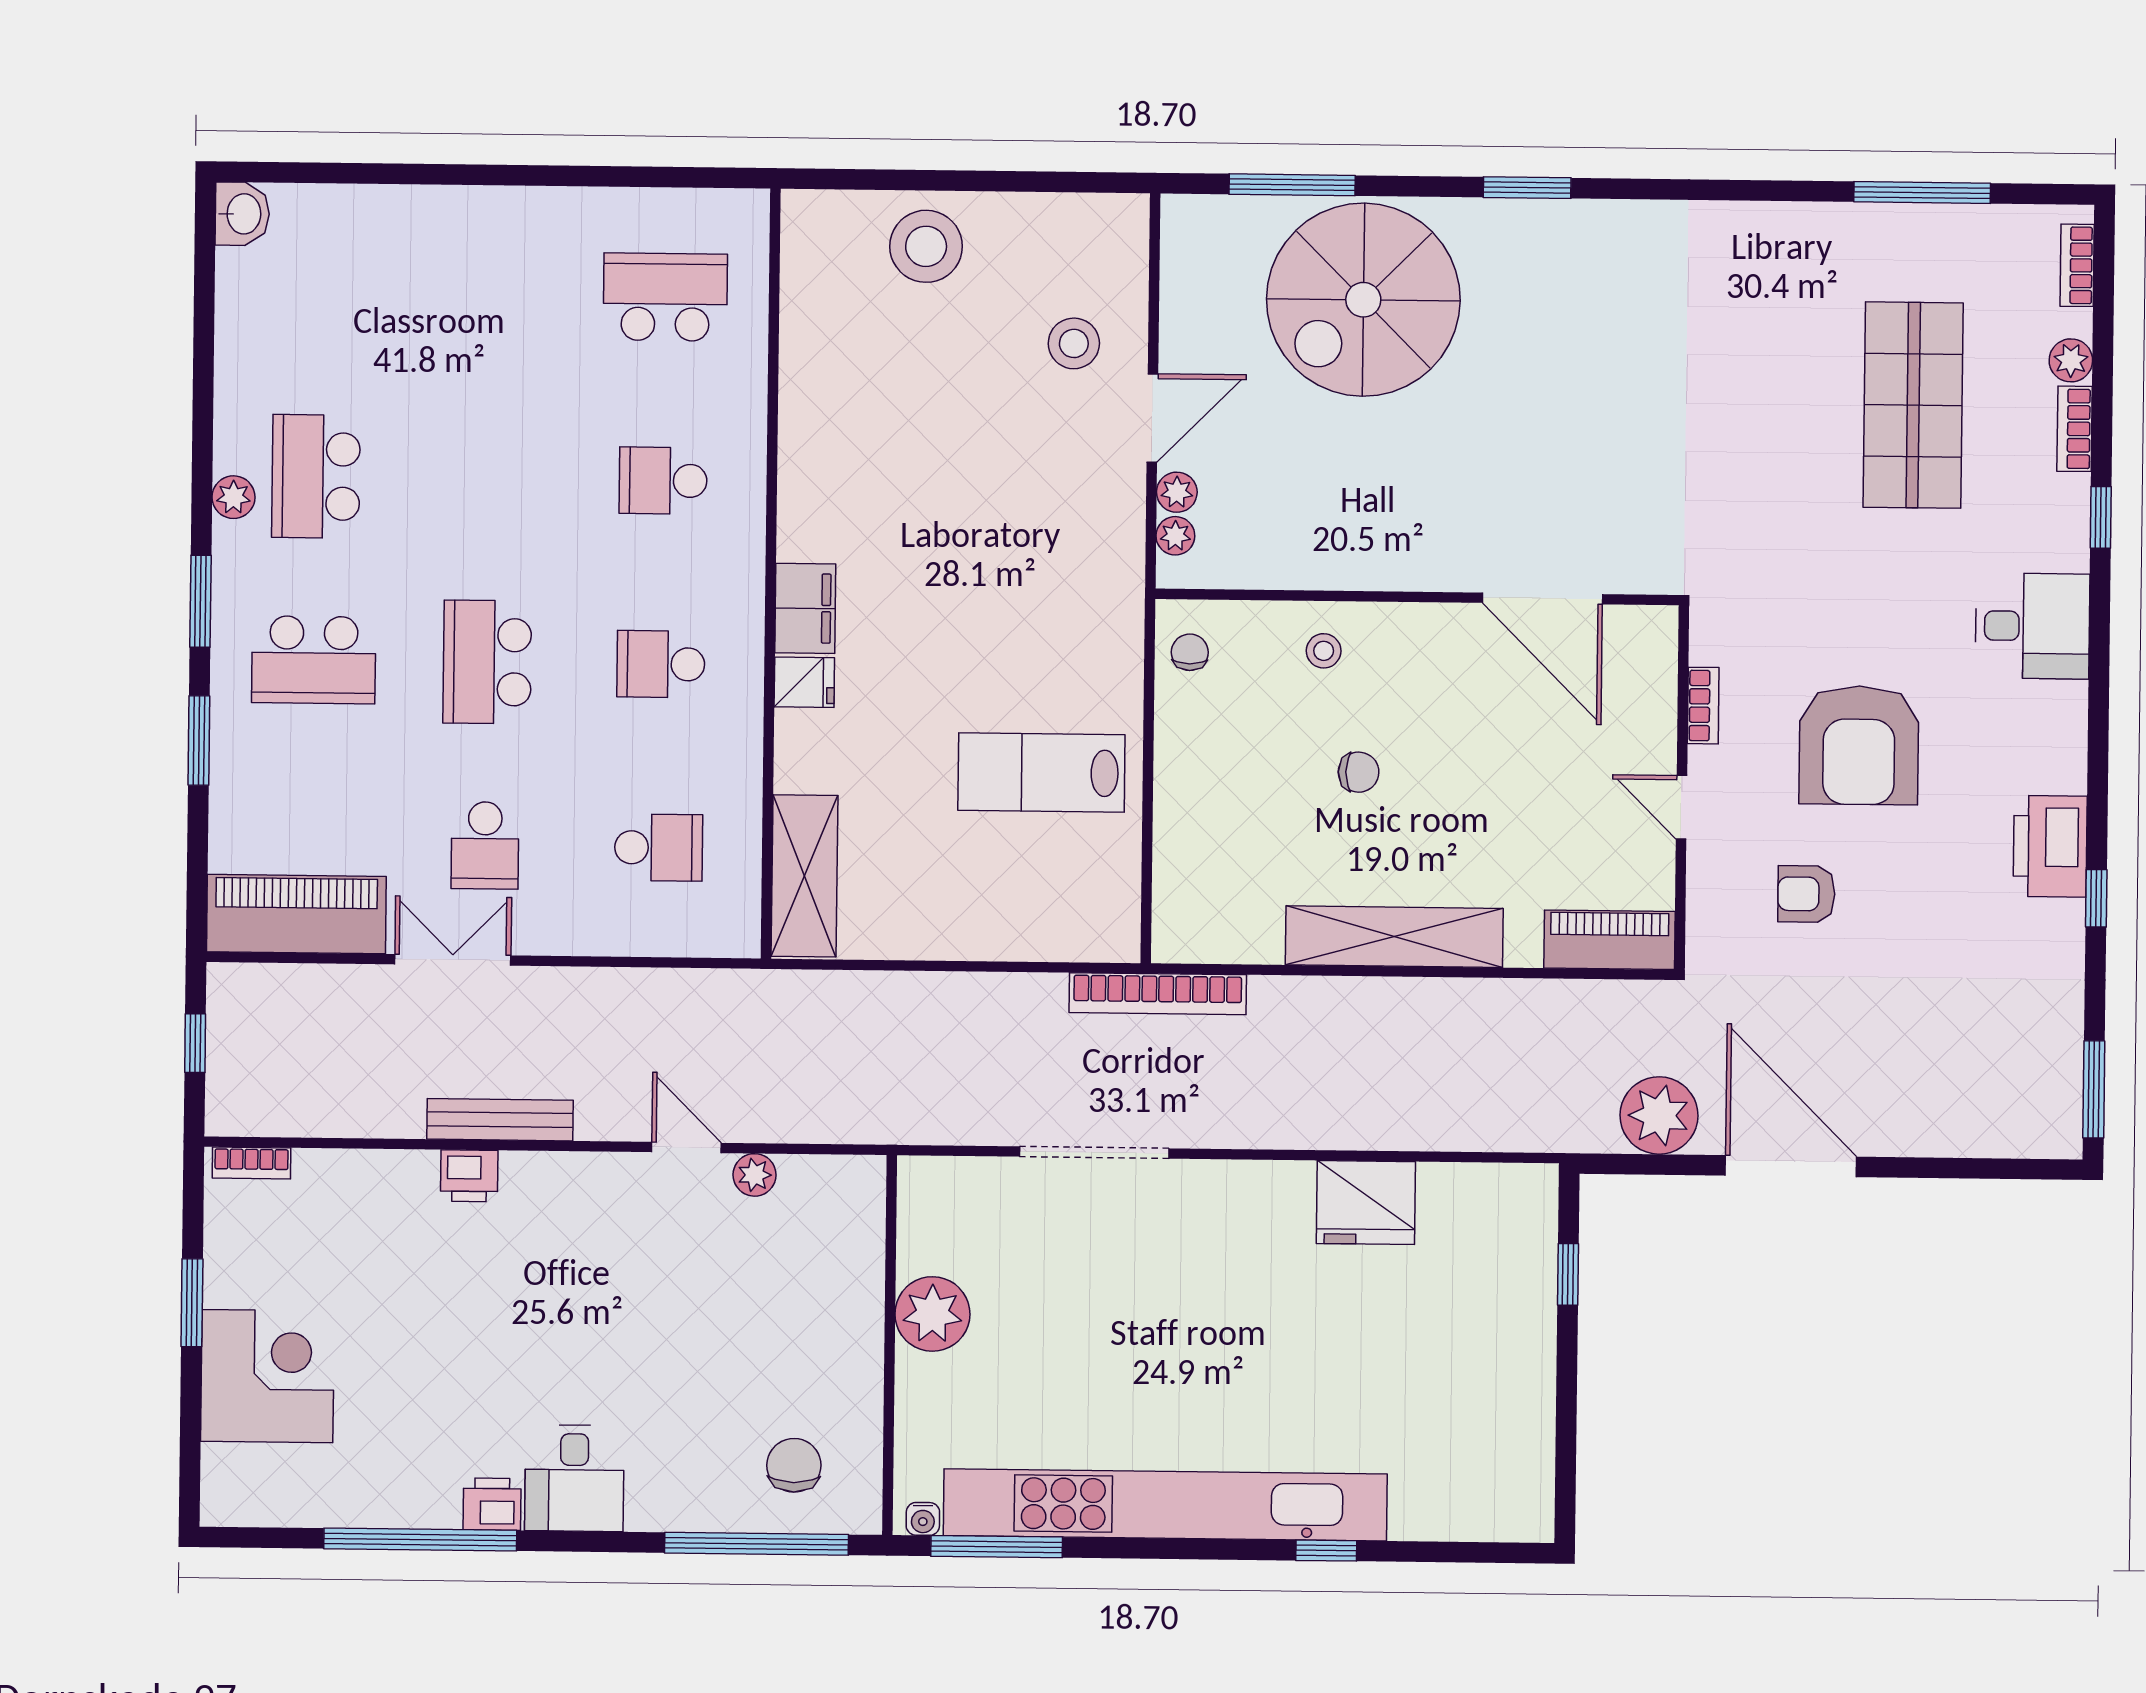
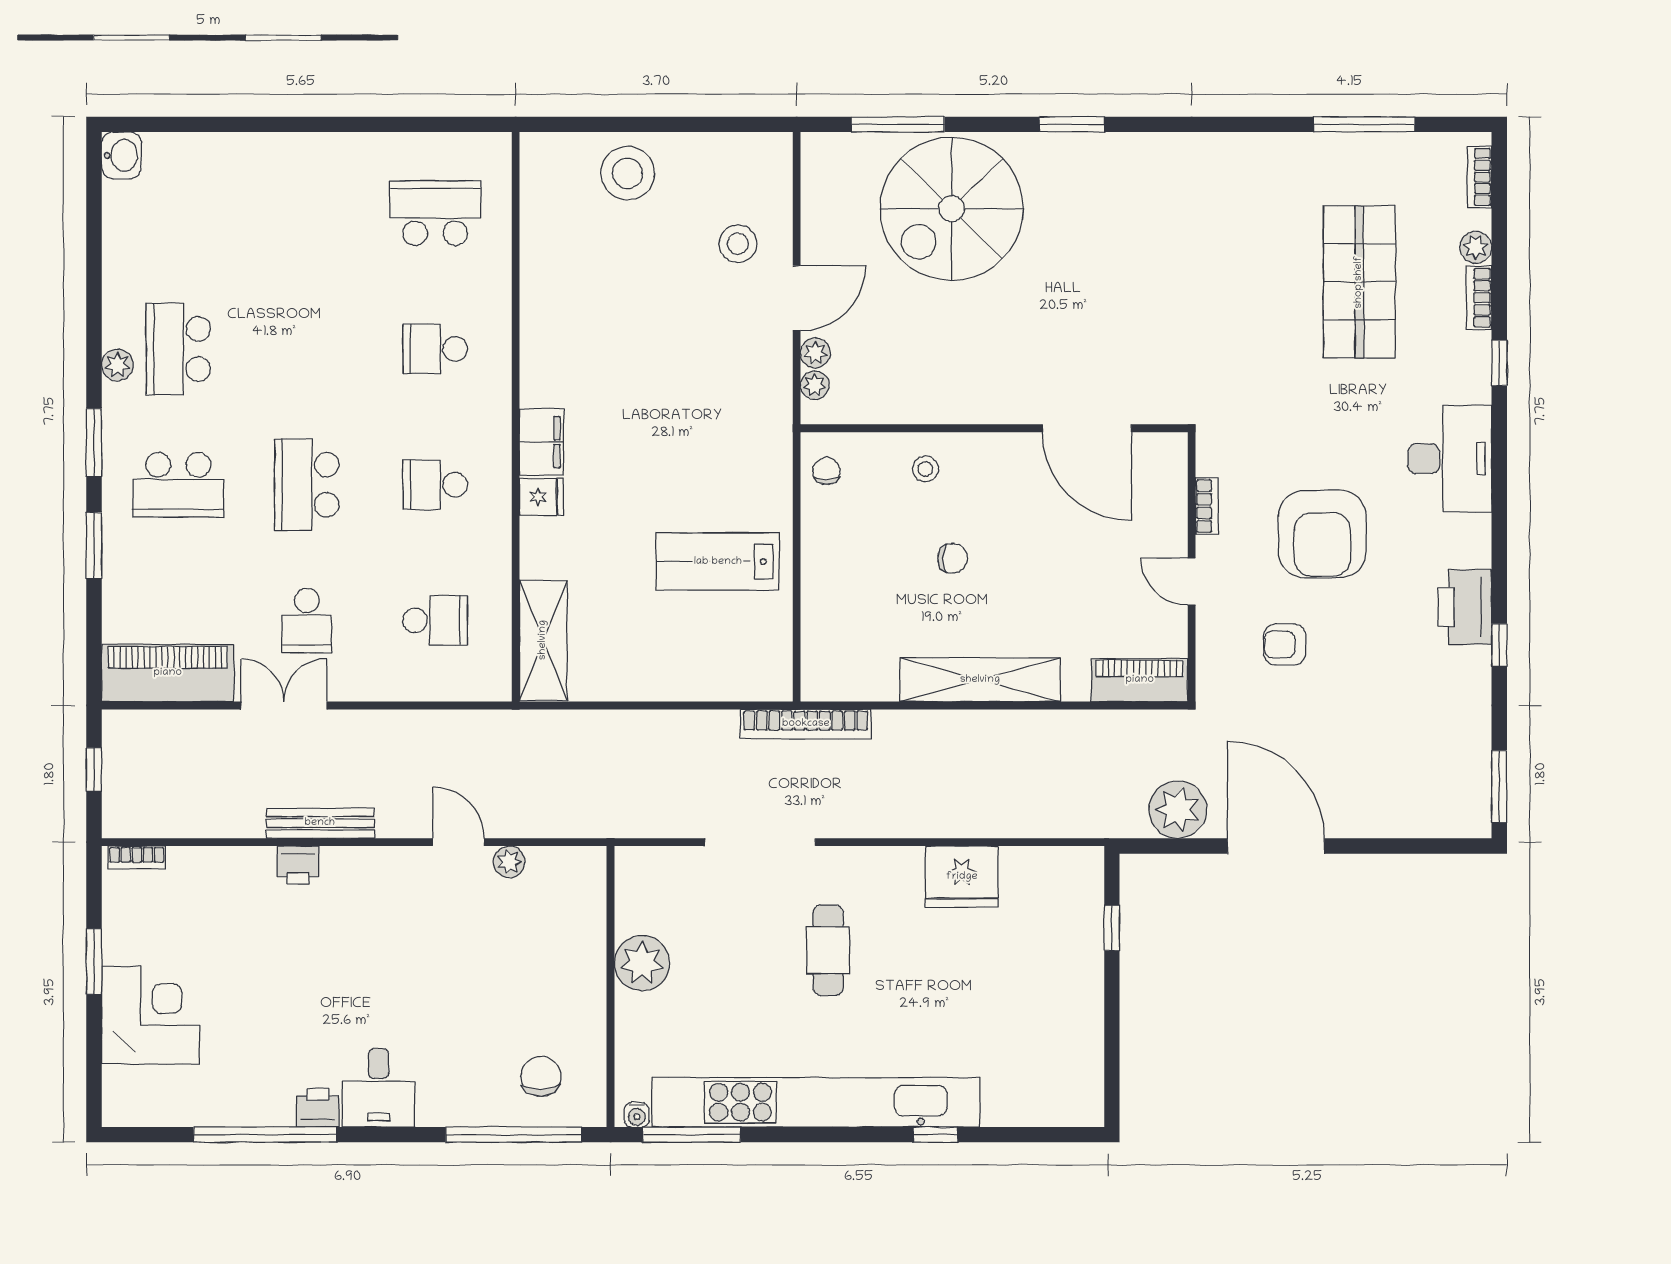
desk: (2032, 626) -> (1450, 459), width x1.37
cafe table: (1184, 1300) -> (828, 950), added

